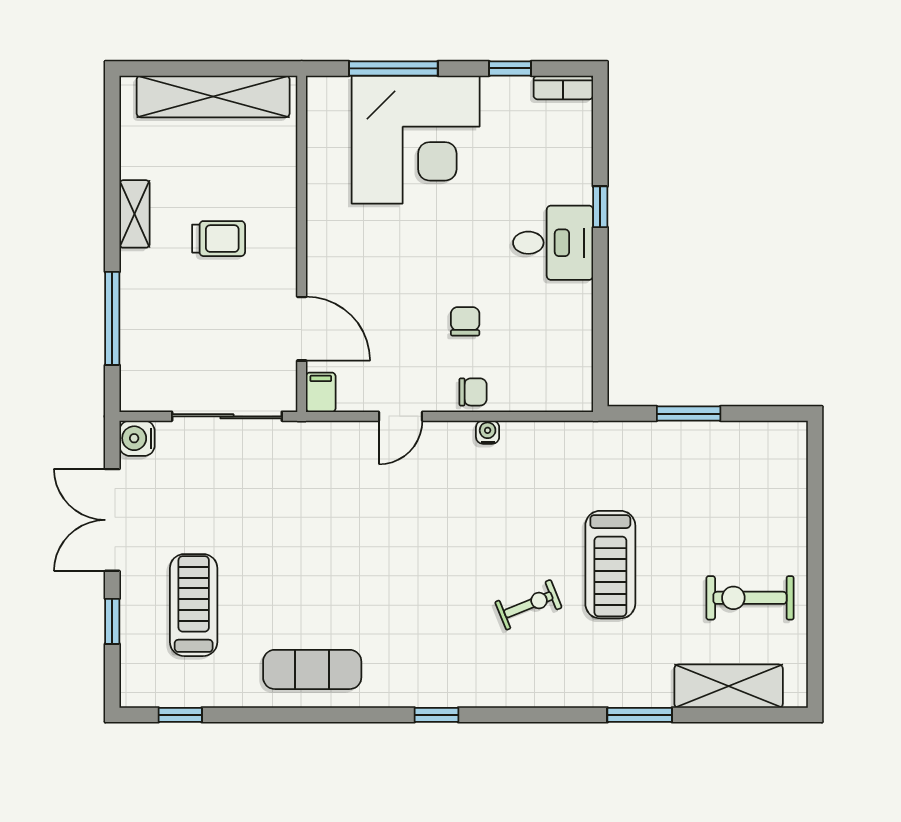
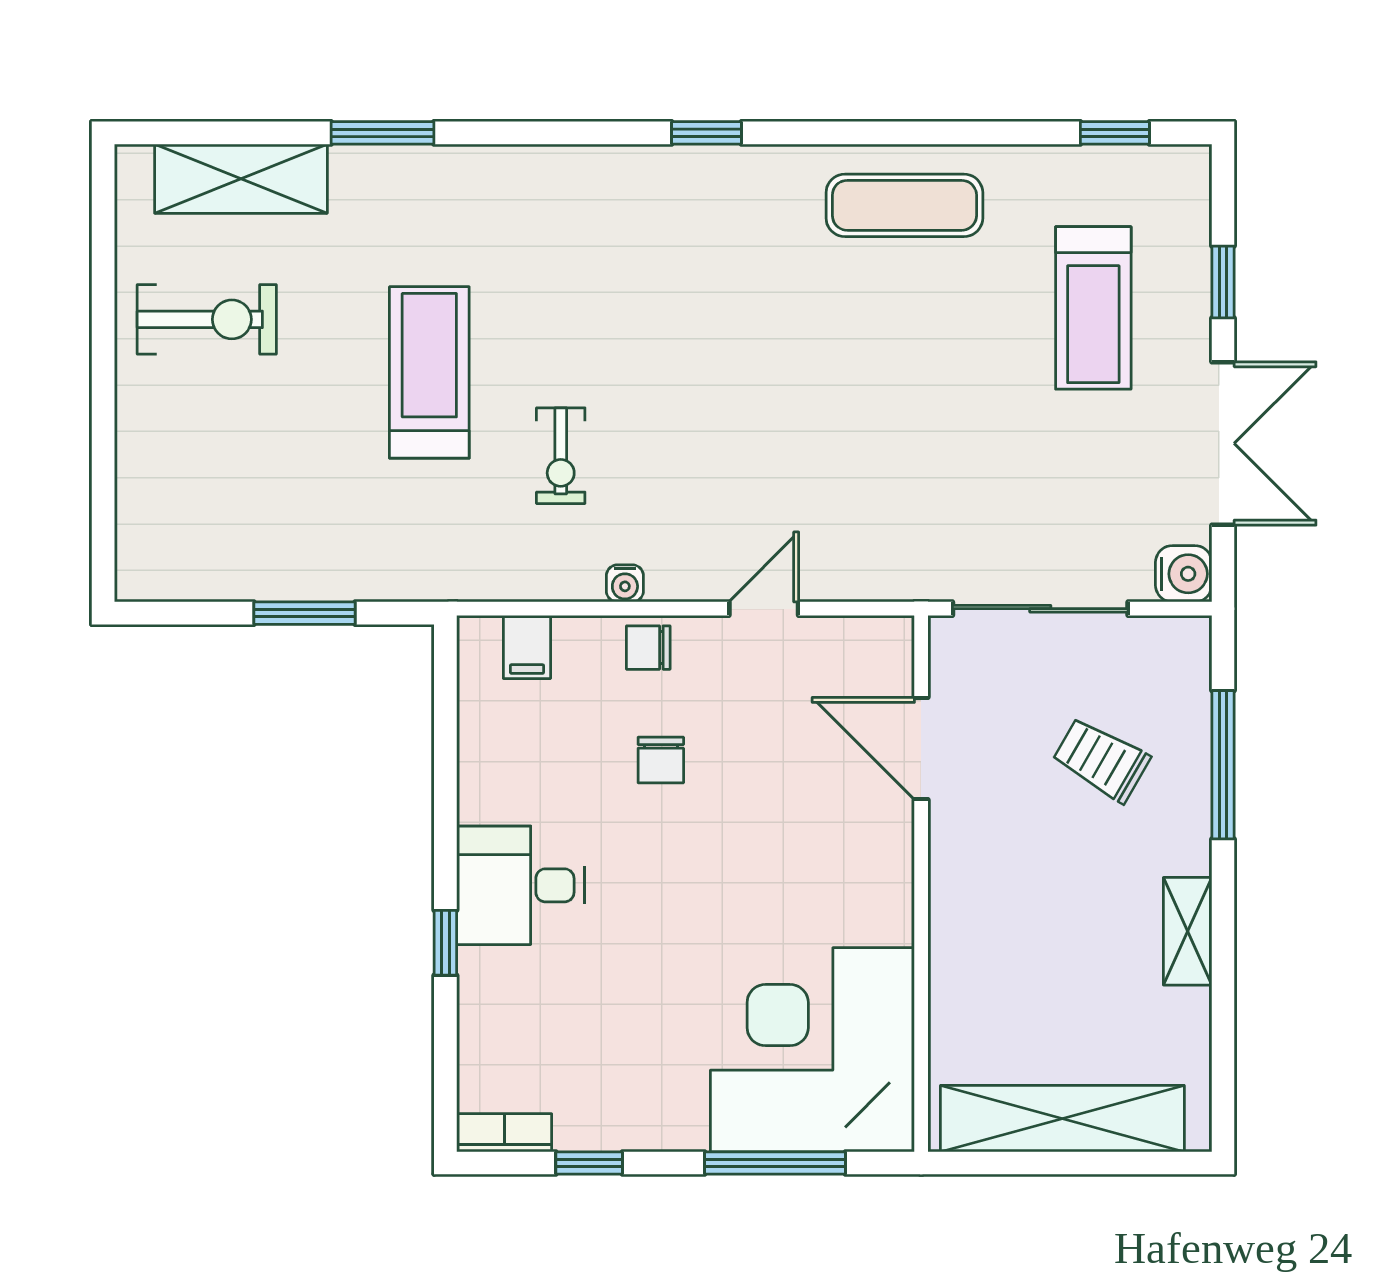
corner desk: (416, 140) -> (812, 1050), moved
trolley: (219, 239) -> (1101, 760), moved, turned 30
filing cabinet: (321, 392) -> (527, 647), moved
exercise bike: (528, 605) -> (561, 456), moved, turned -68

